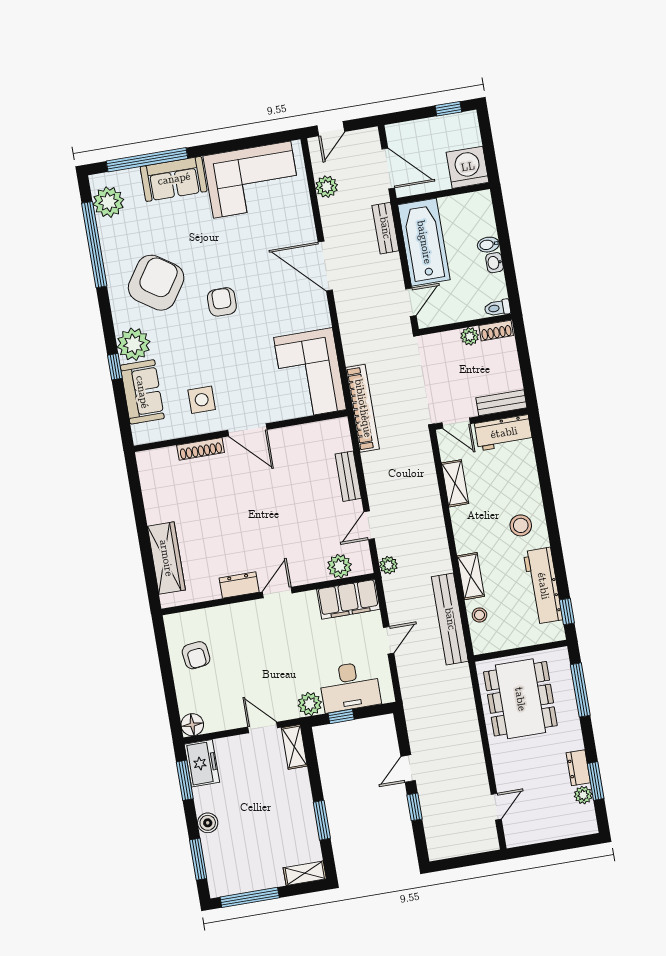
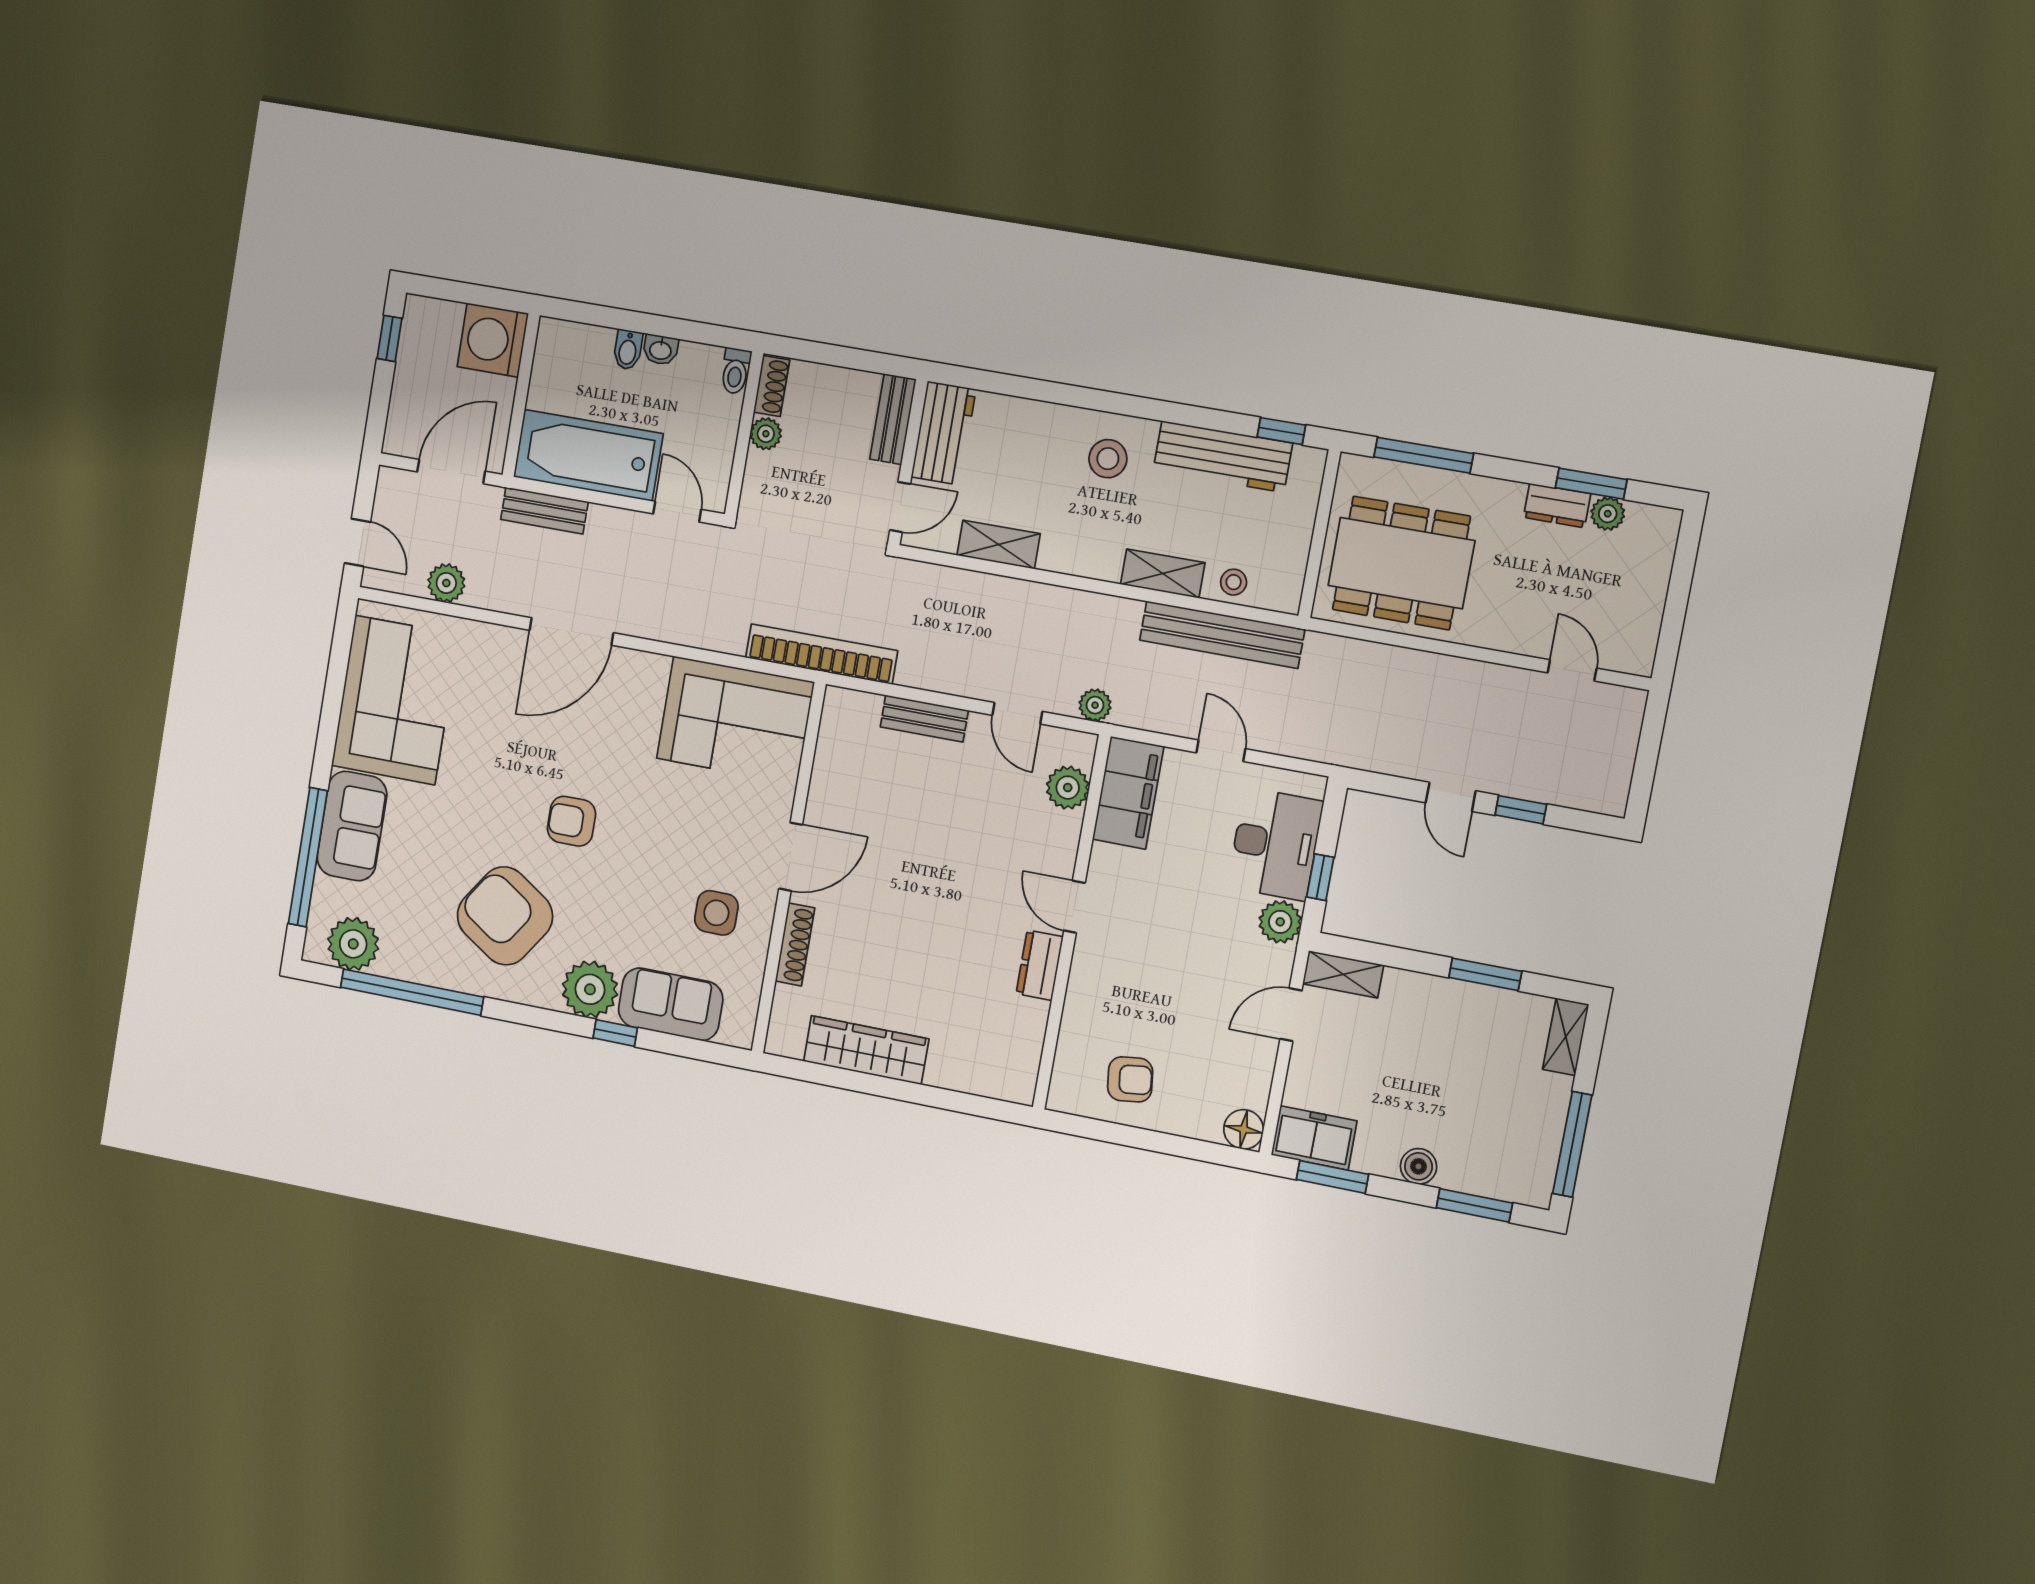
wardrobe: (166, 558) -> (866, 1050), moved

